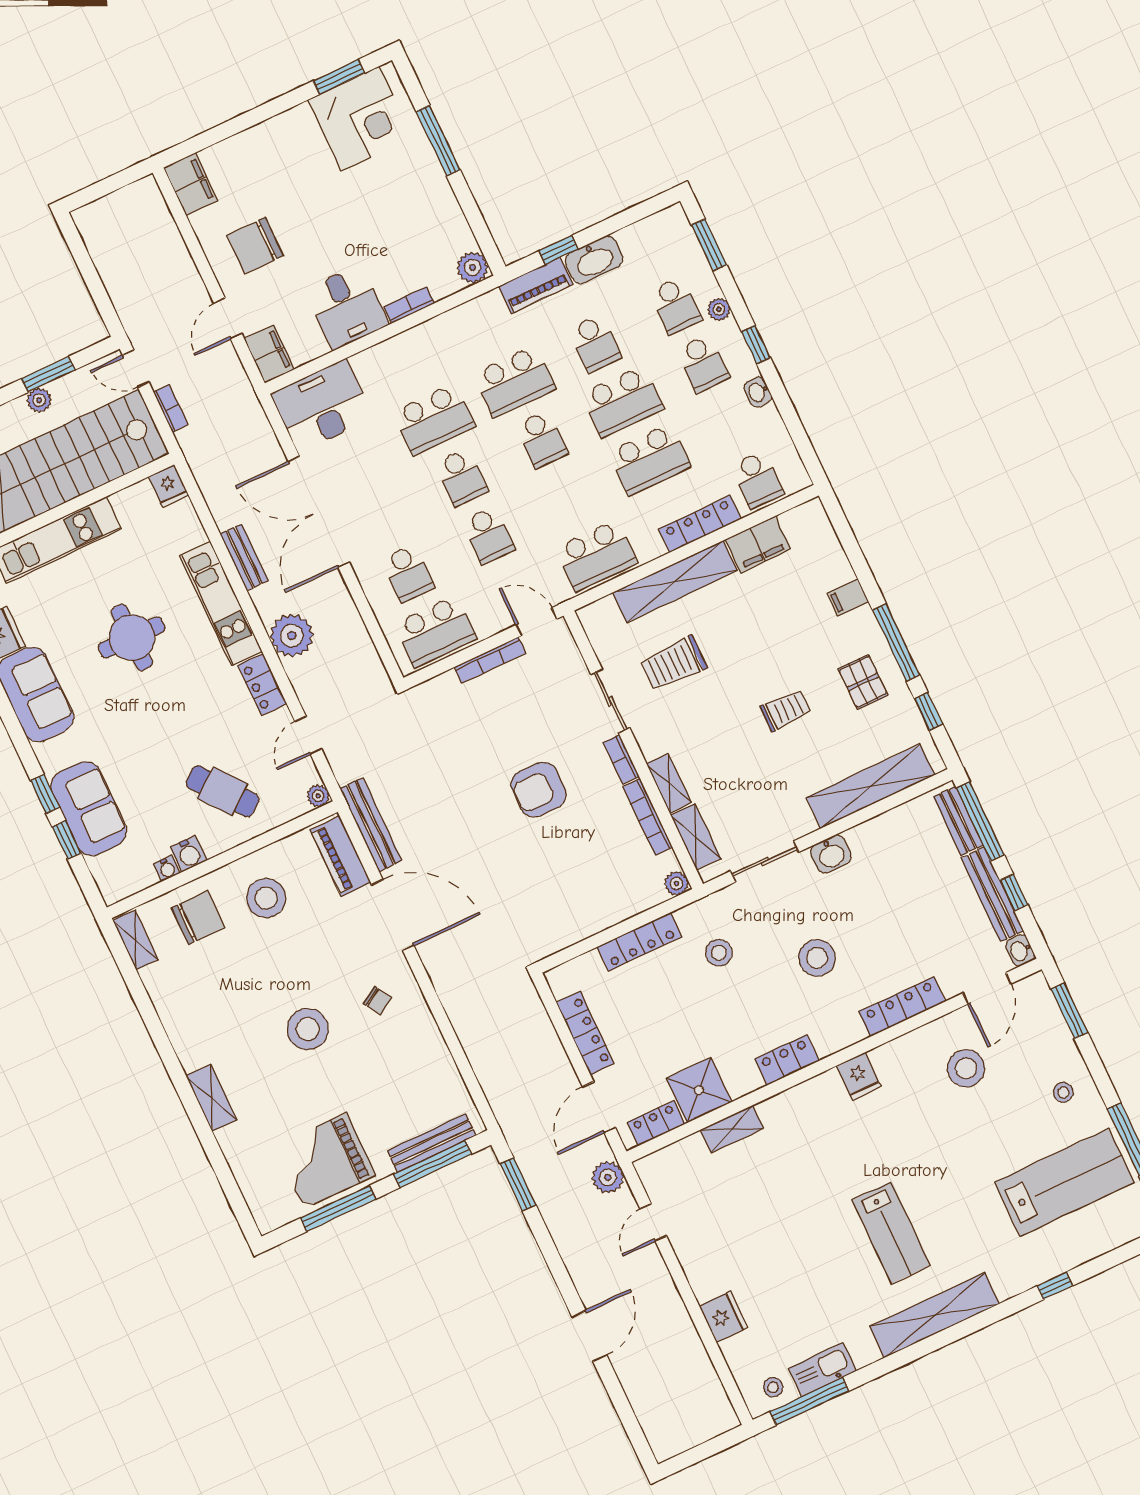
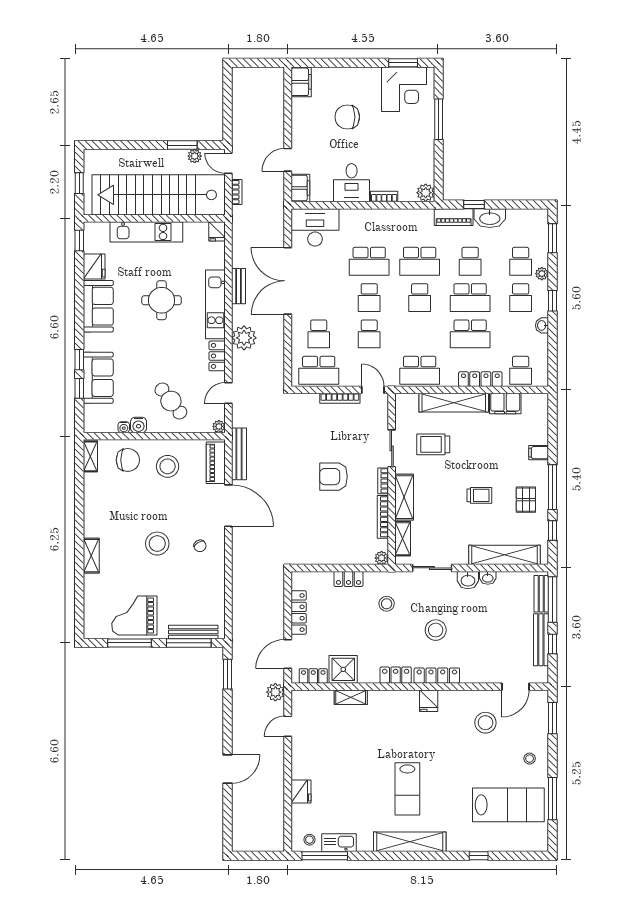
chair: (255, 246) -> (347, 117), moved
plant: (39, 400) -> (195, 156), moved
shelving: (669, 783) -> (404, 497), width x1.50, depth x1.33
locker: (639, 942) -> (348, 579), width x0.66
washbasin: (1020, 950) -> (488, 578), moved, turned -90
locker: (902, 1007) -> (437, 676), moved

